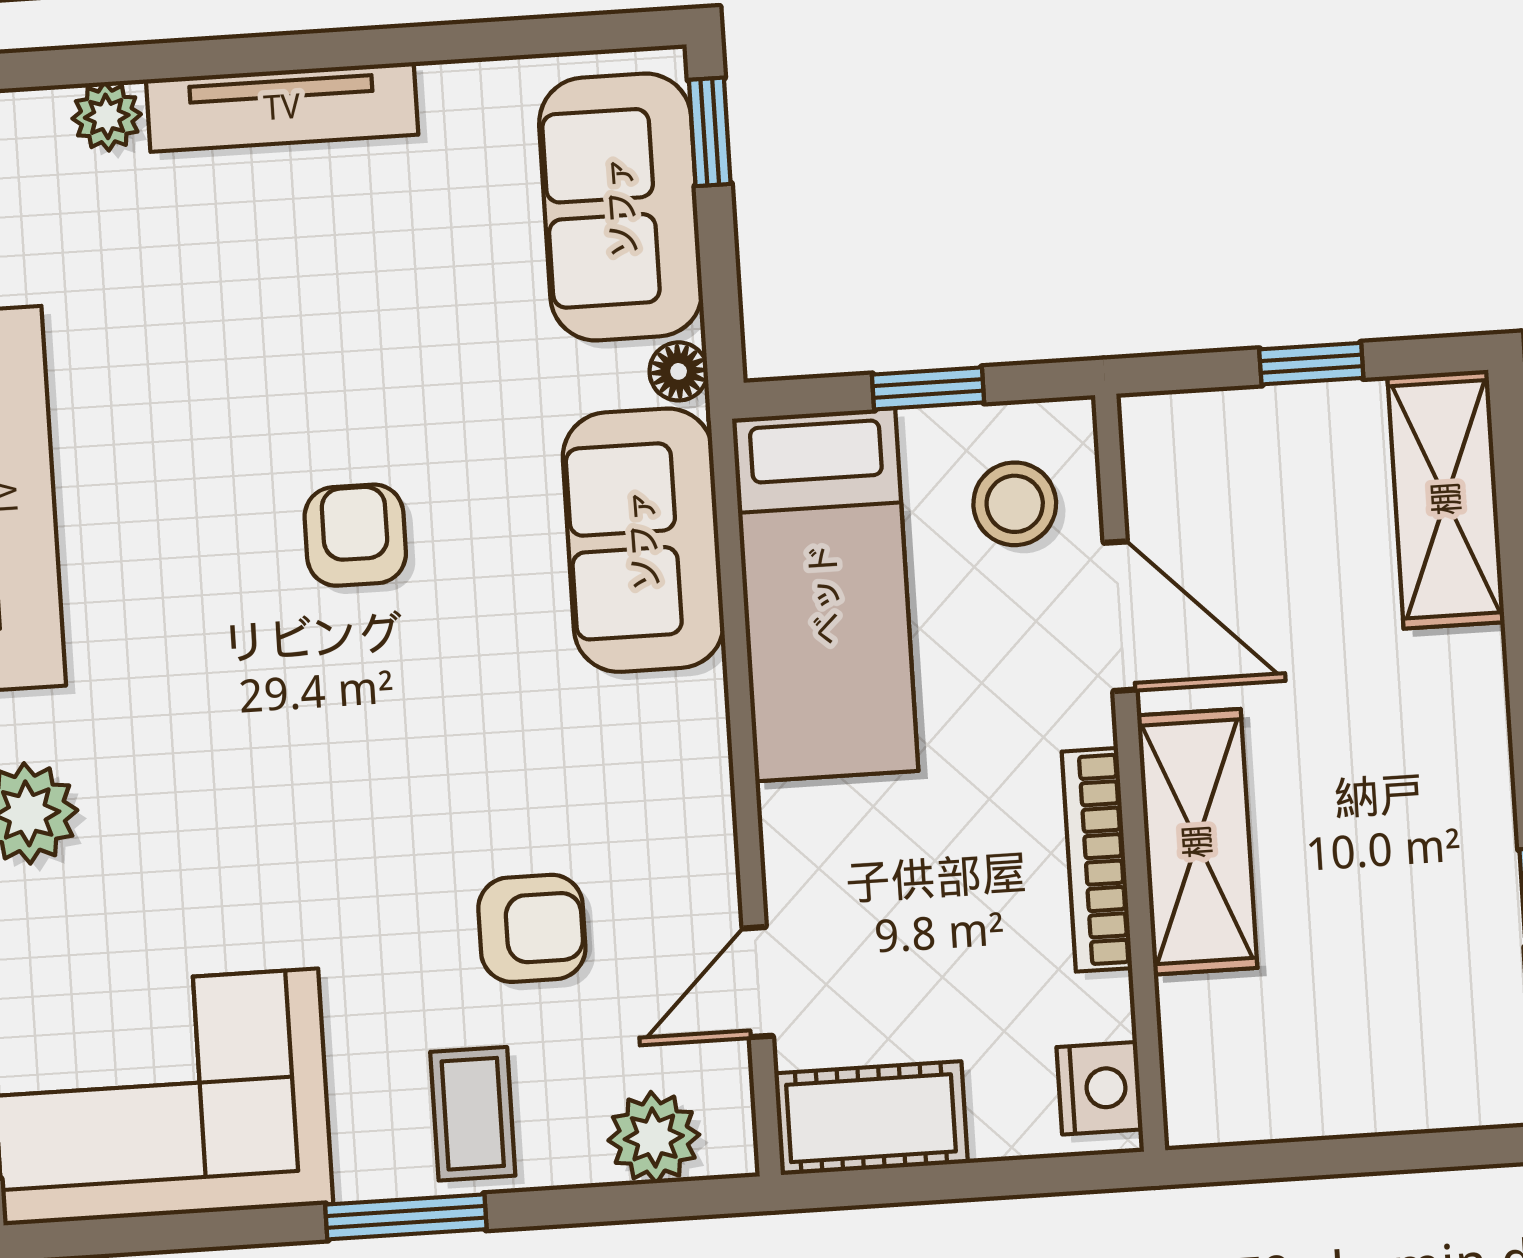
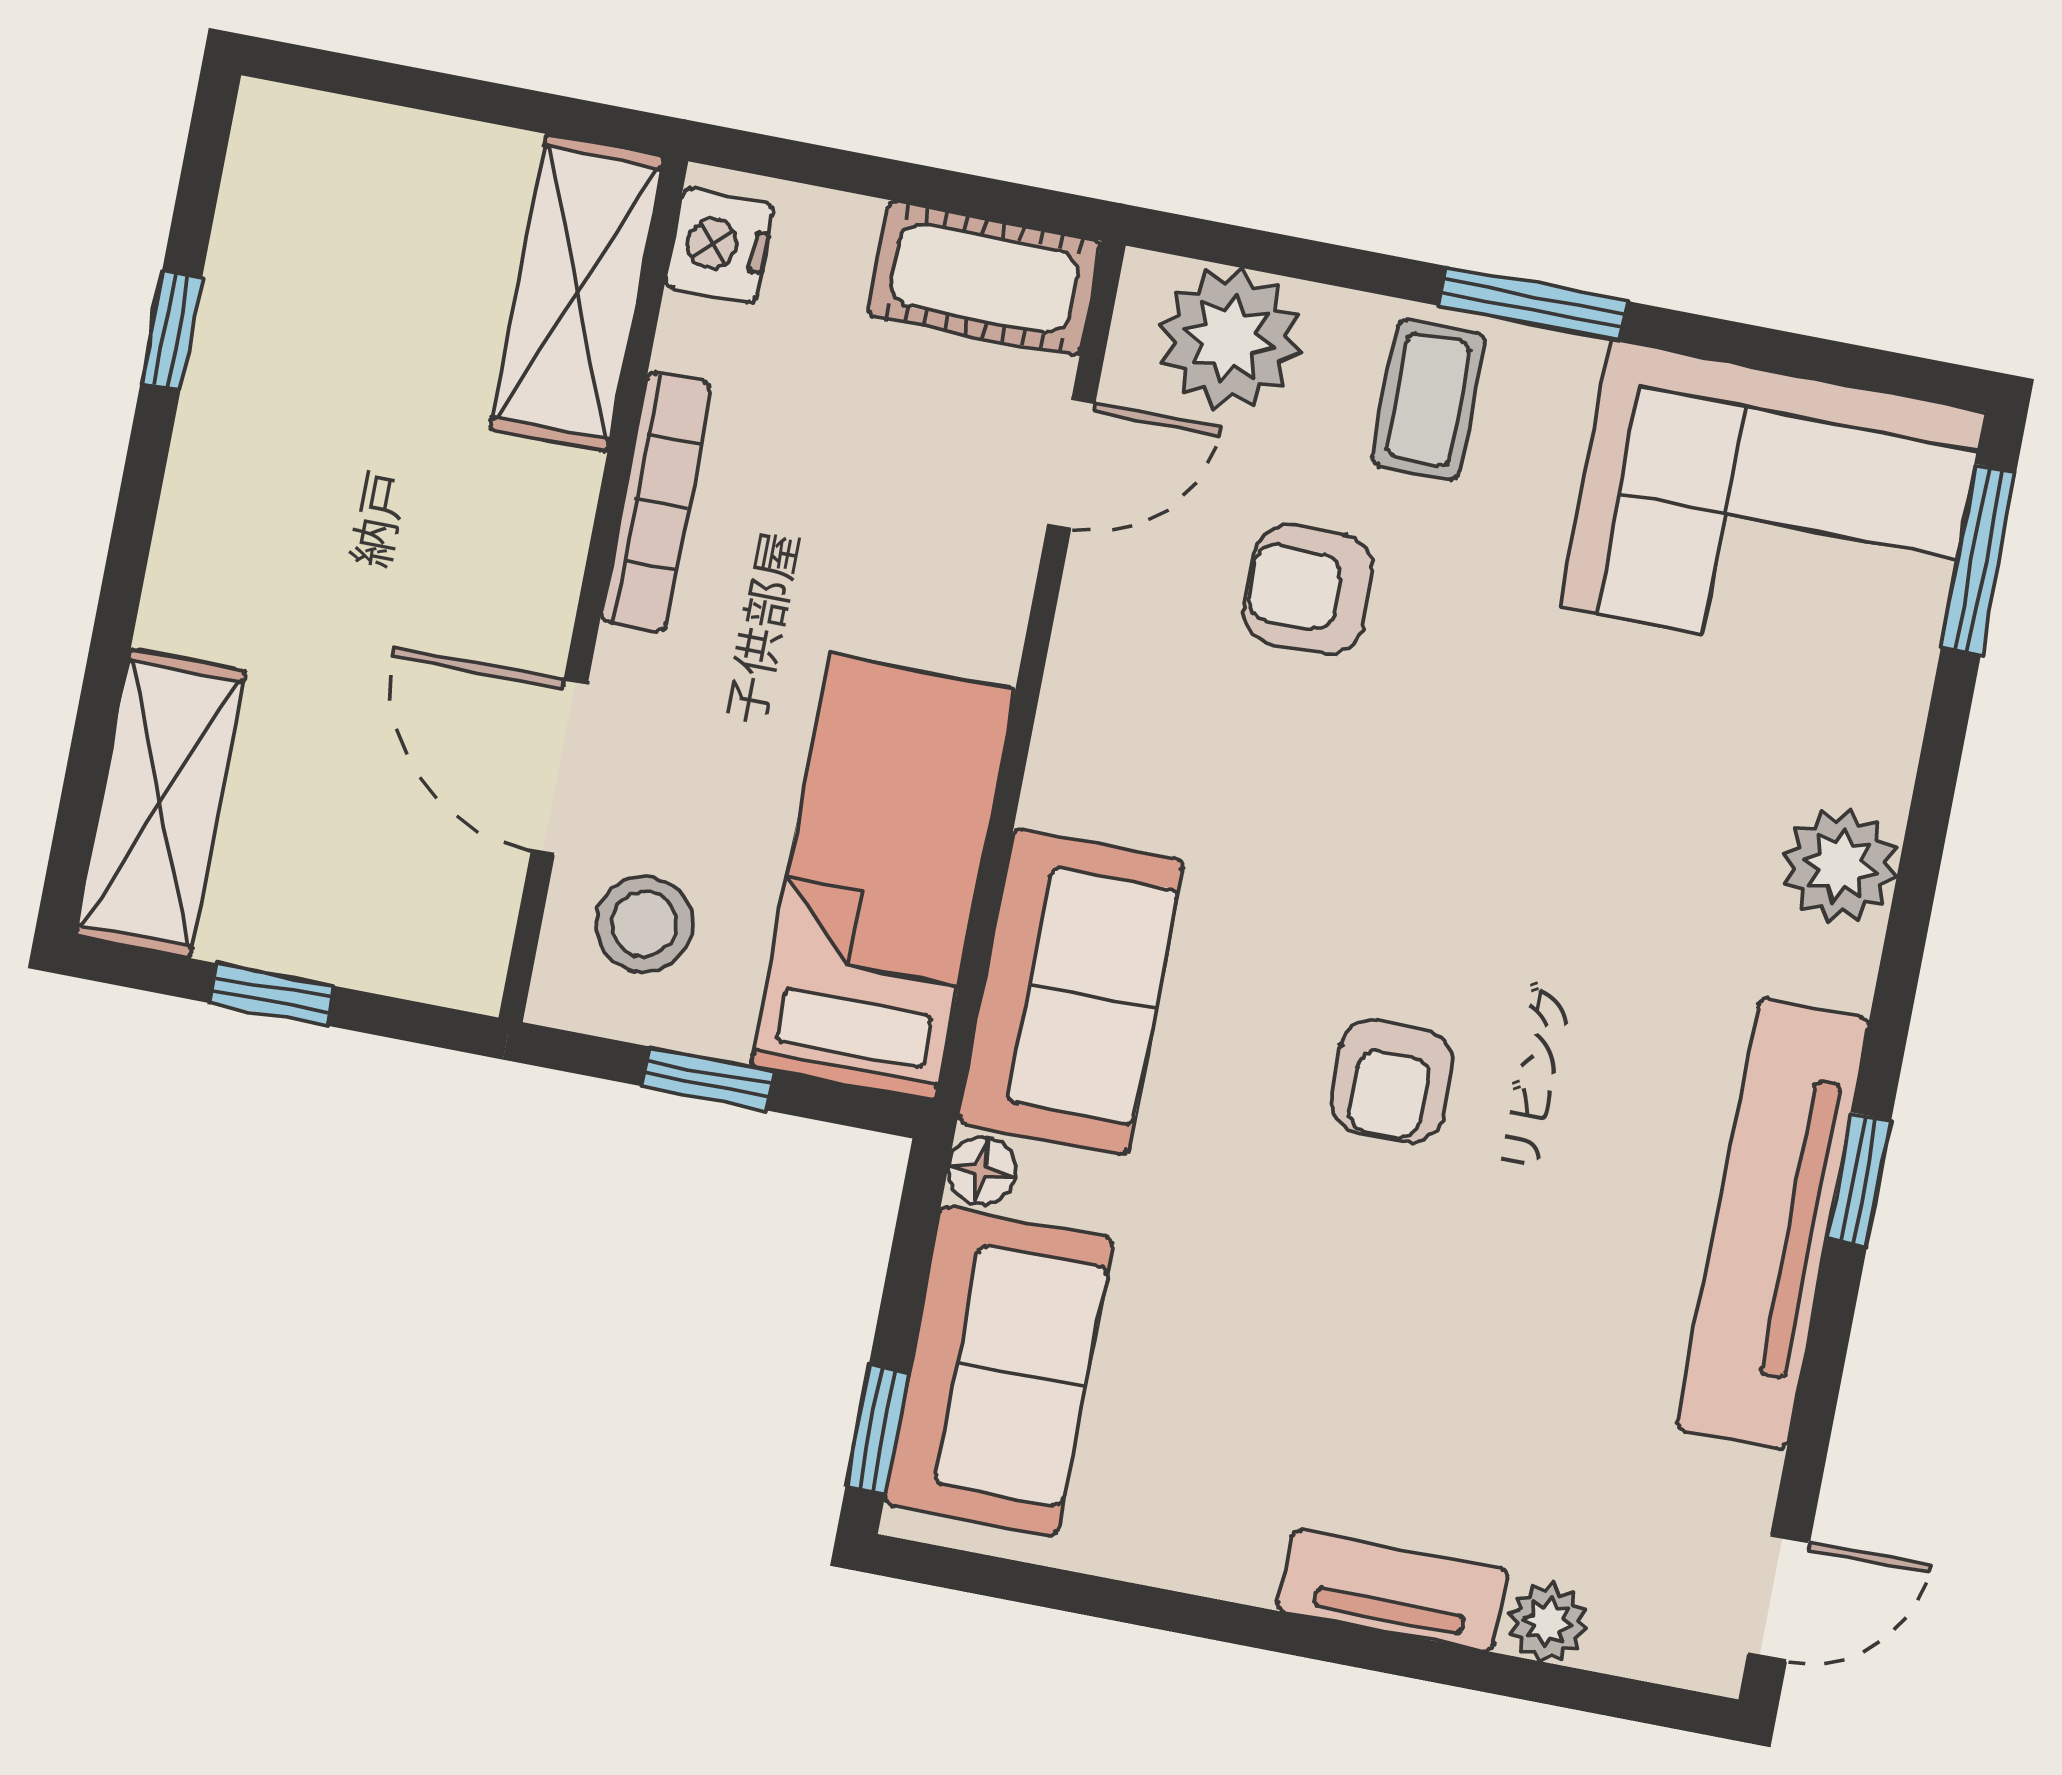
tv unit: (282, 107) -> (1393, 1590), width x0.71
shelving: (1197, 842) -> (577, 293), moved
plant: (654, 1137) -> (1229, 339), width x1.36, depth x1.36

